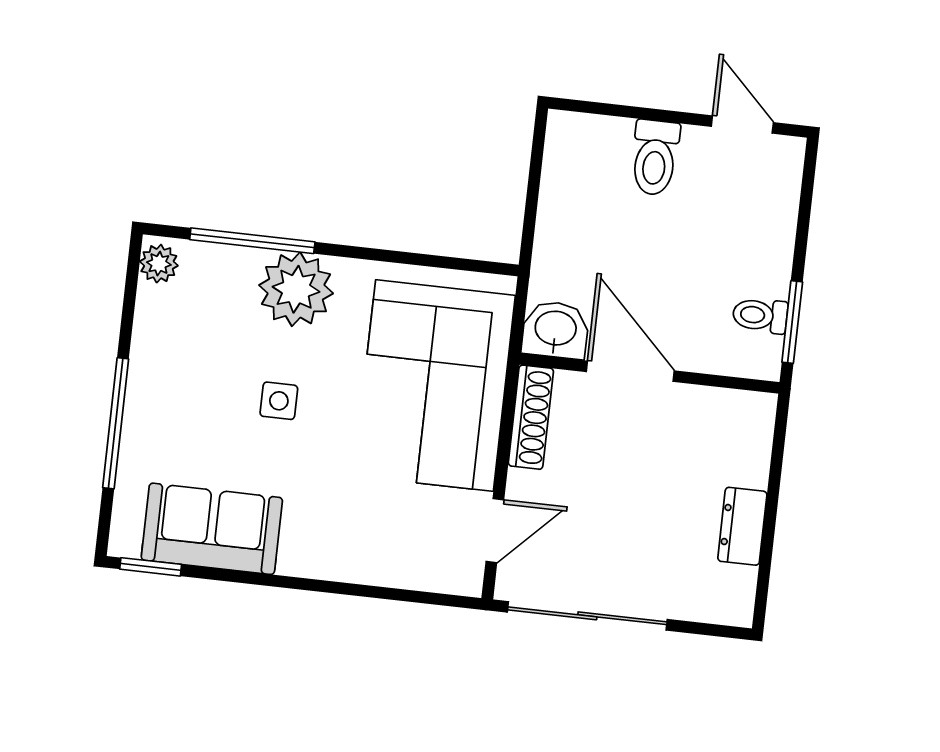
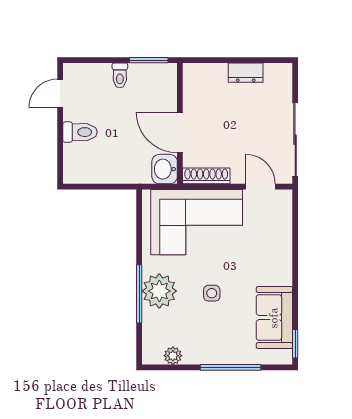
window: (252, 241) -> (139, 294), moved
plant: (159, 264) -> (173, 356), moved
toilet: (760, 315) -> (120, 75), moved
door: (630, 371) -> (180, 132), hinge flipped

